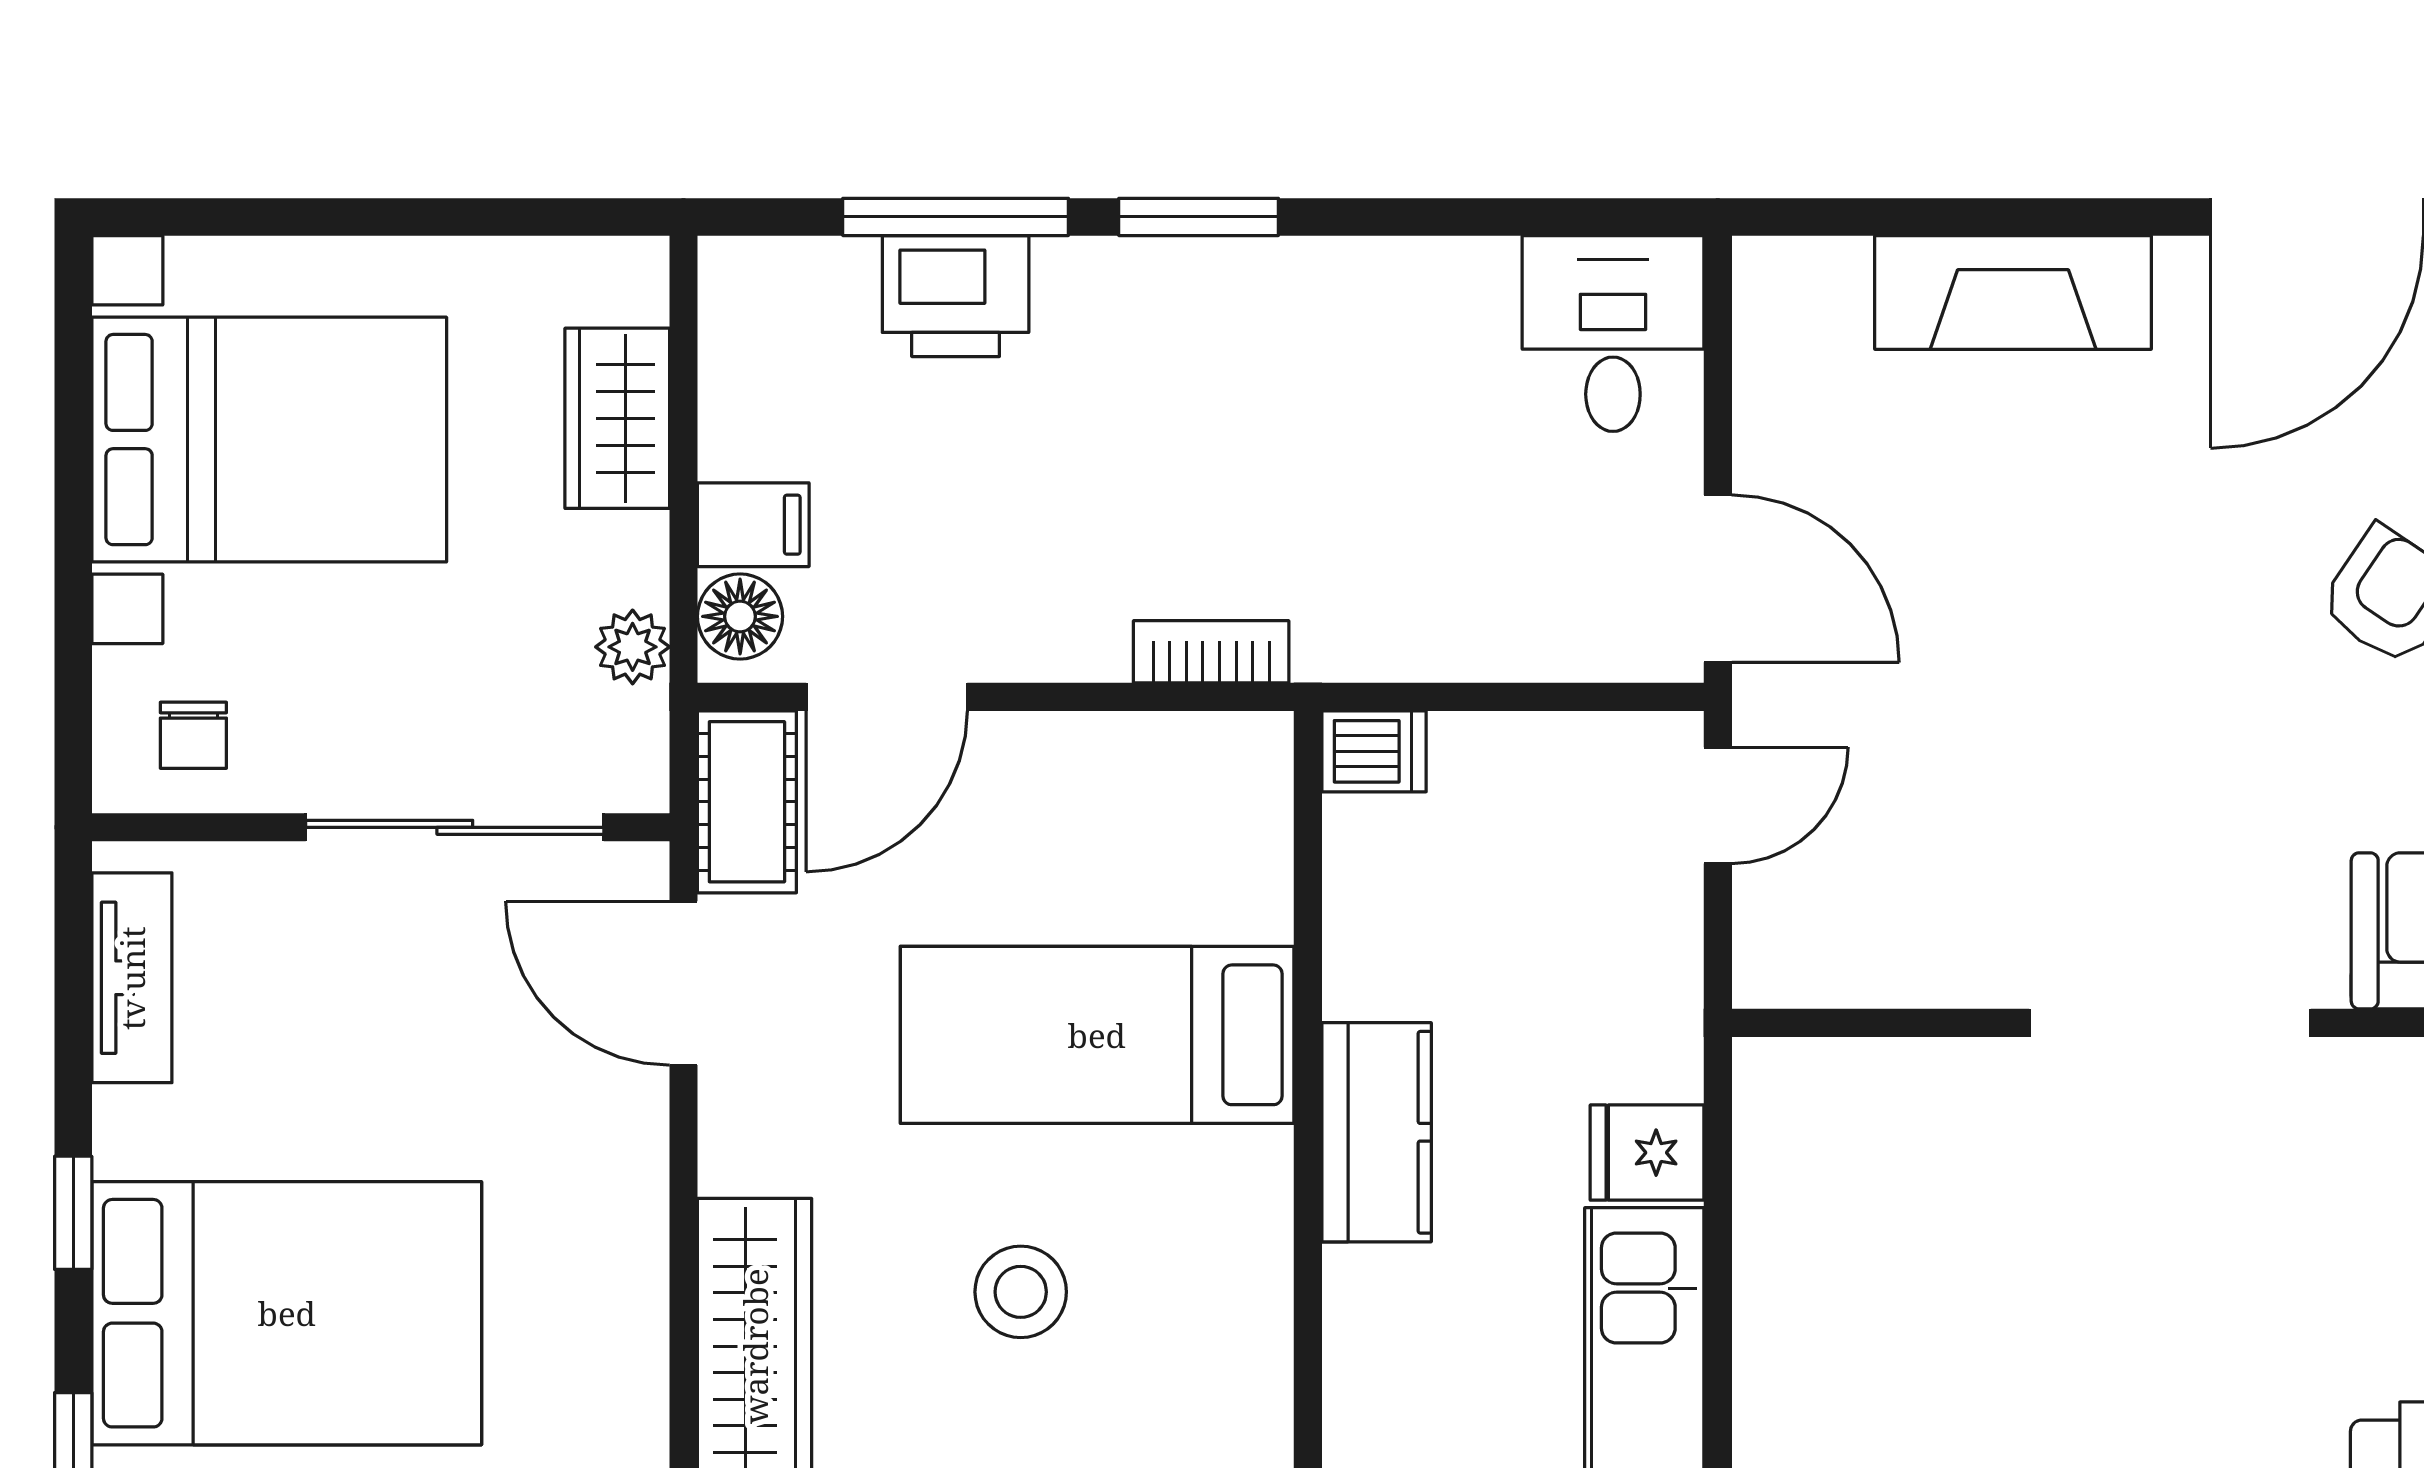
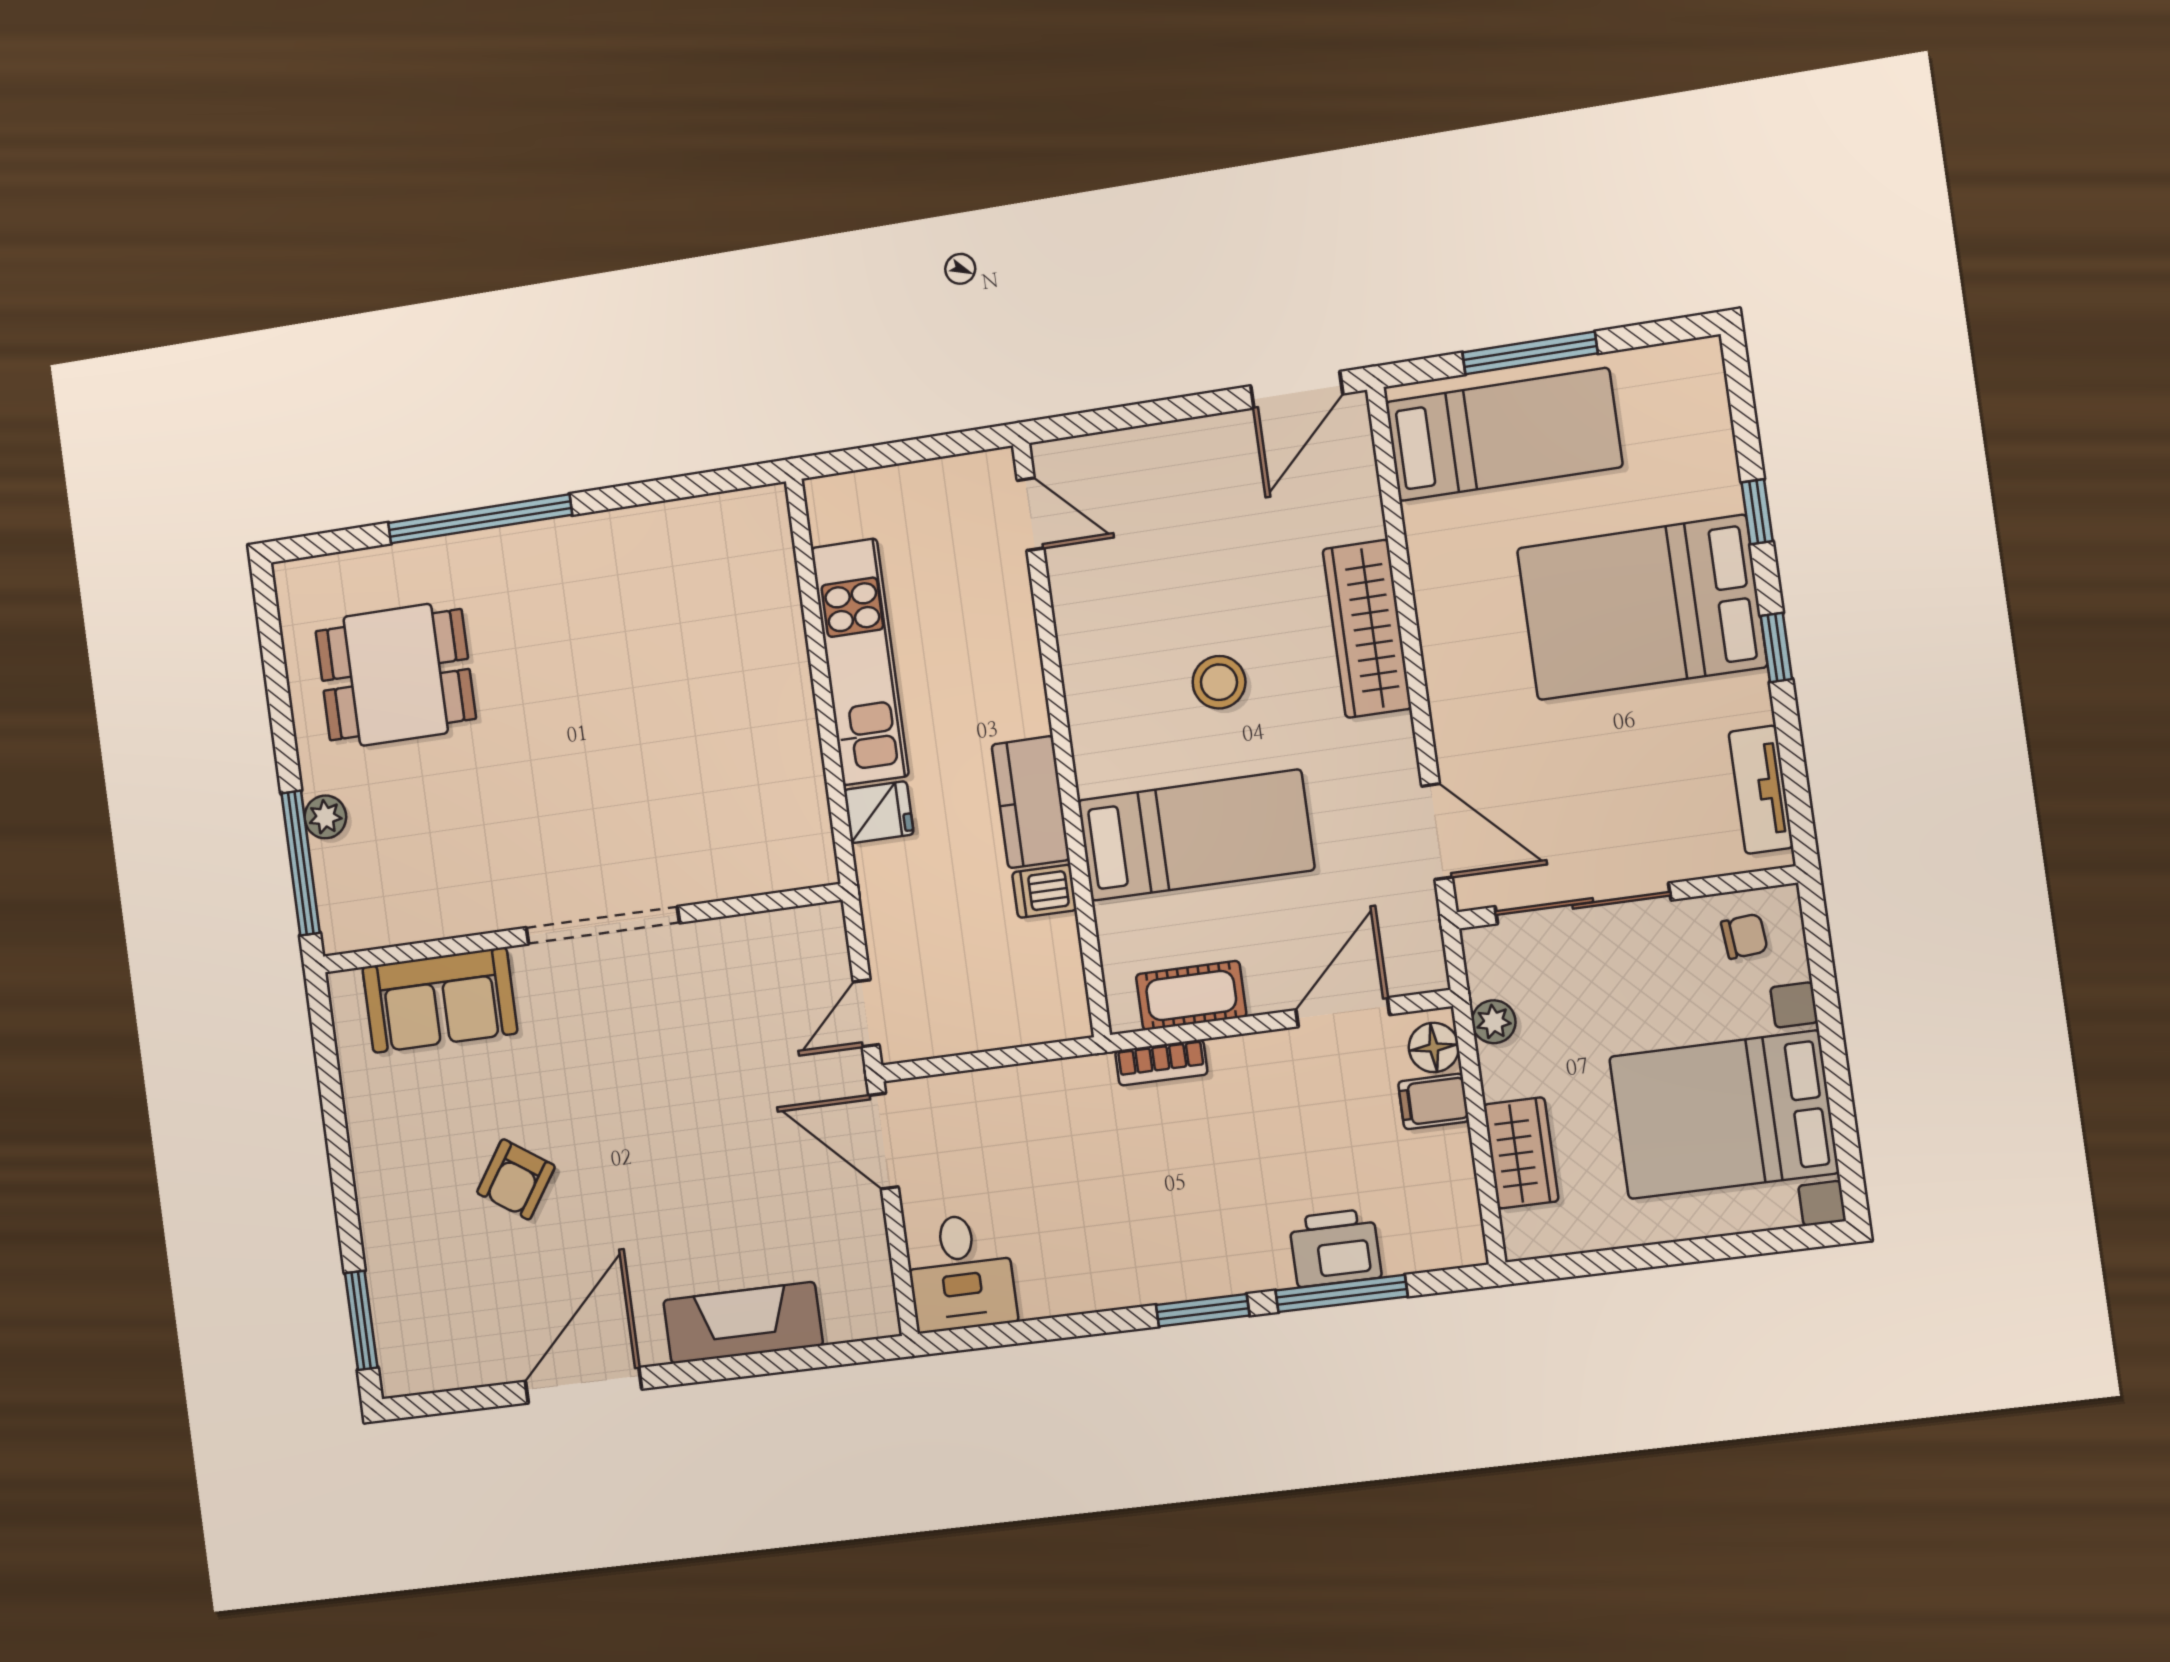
chair: (193, 735) -> (1744, 936), turned 85
dishwasher: (1374, 751) -> (1044, 891), moved
cot: (747, 802) -> (1191, 996), moved, turned 90

